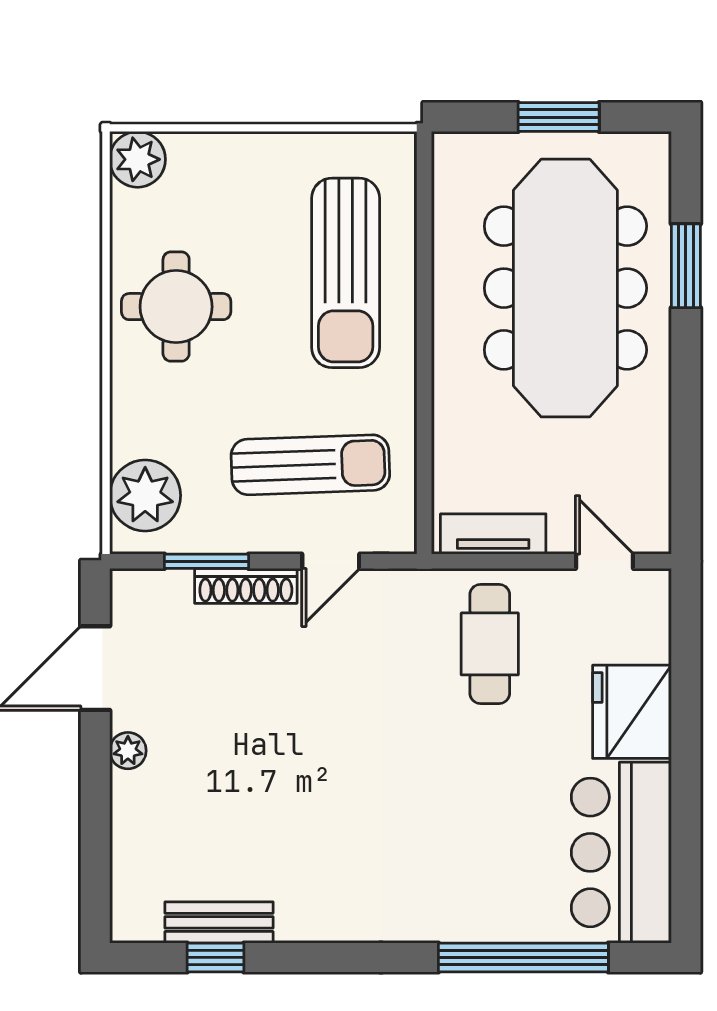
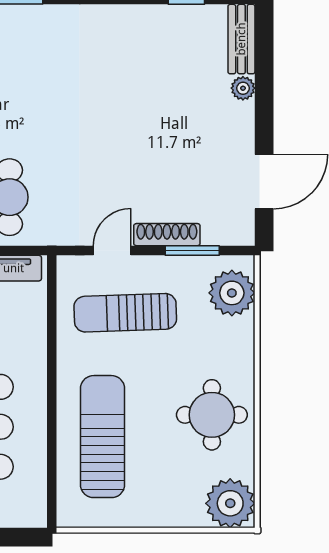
plant: (138, 159) -> (230, 503), width x1.36, depth x1.36
plant: (128, 751) -> (243, 88), moved
bench: (219, 922) -> (241, 39), moved, turned 90

